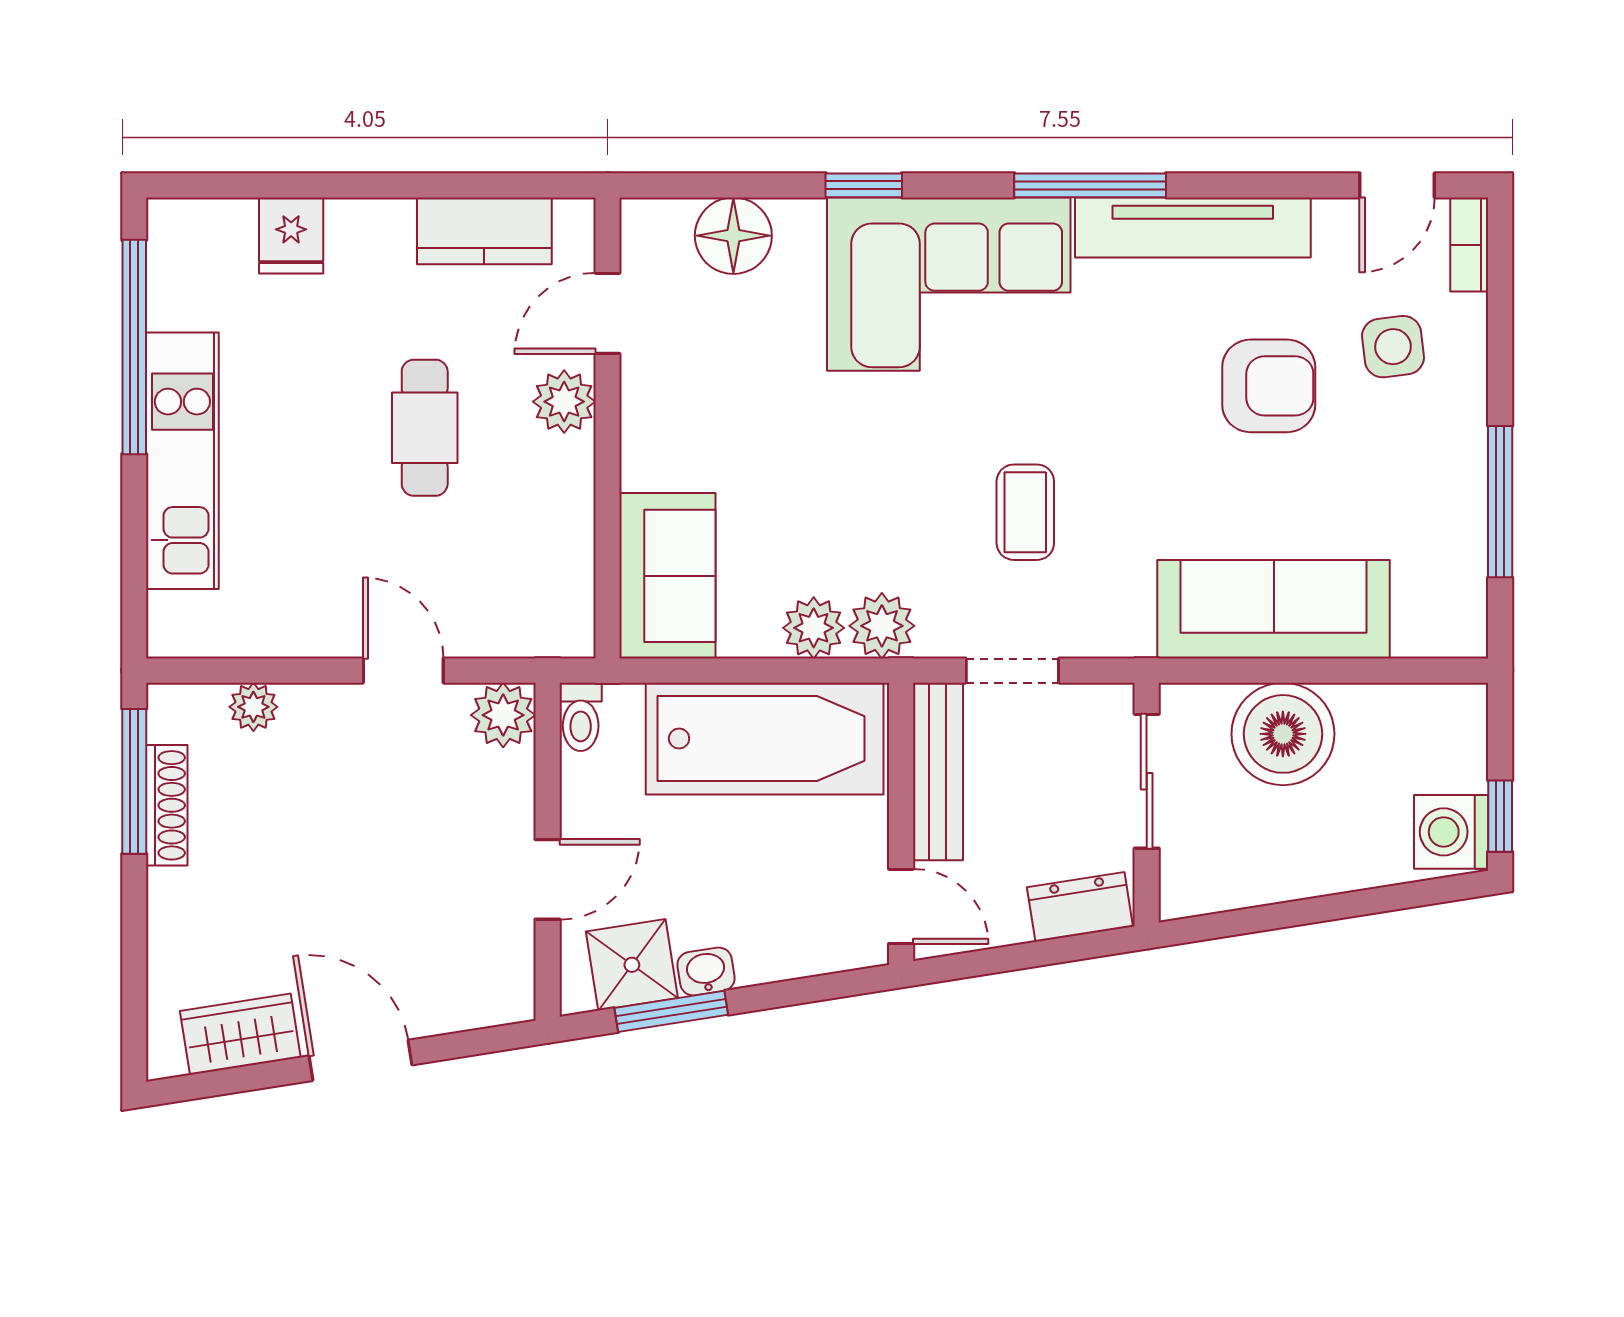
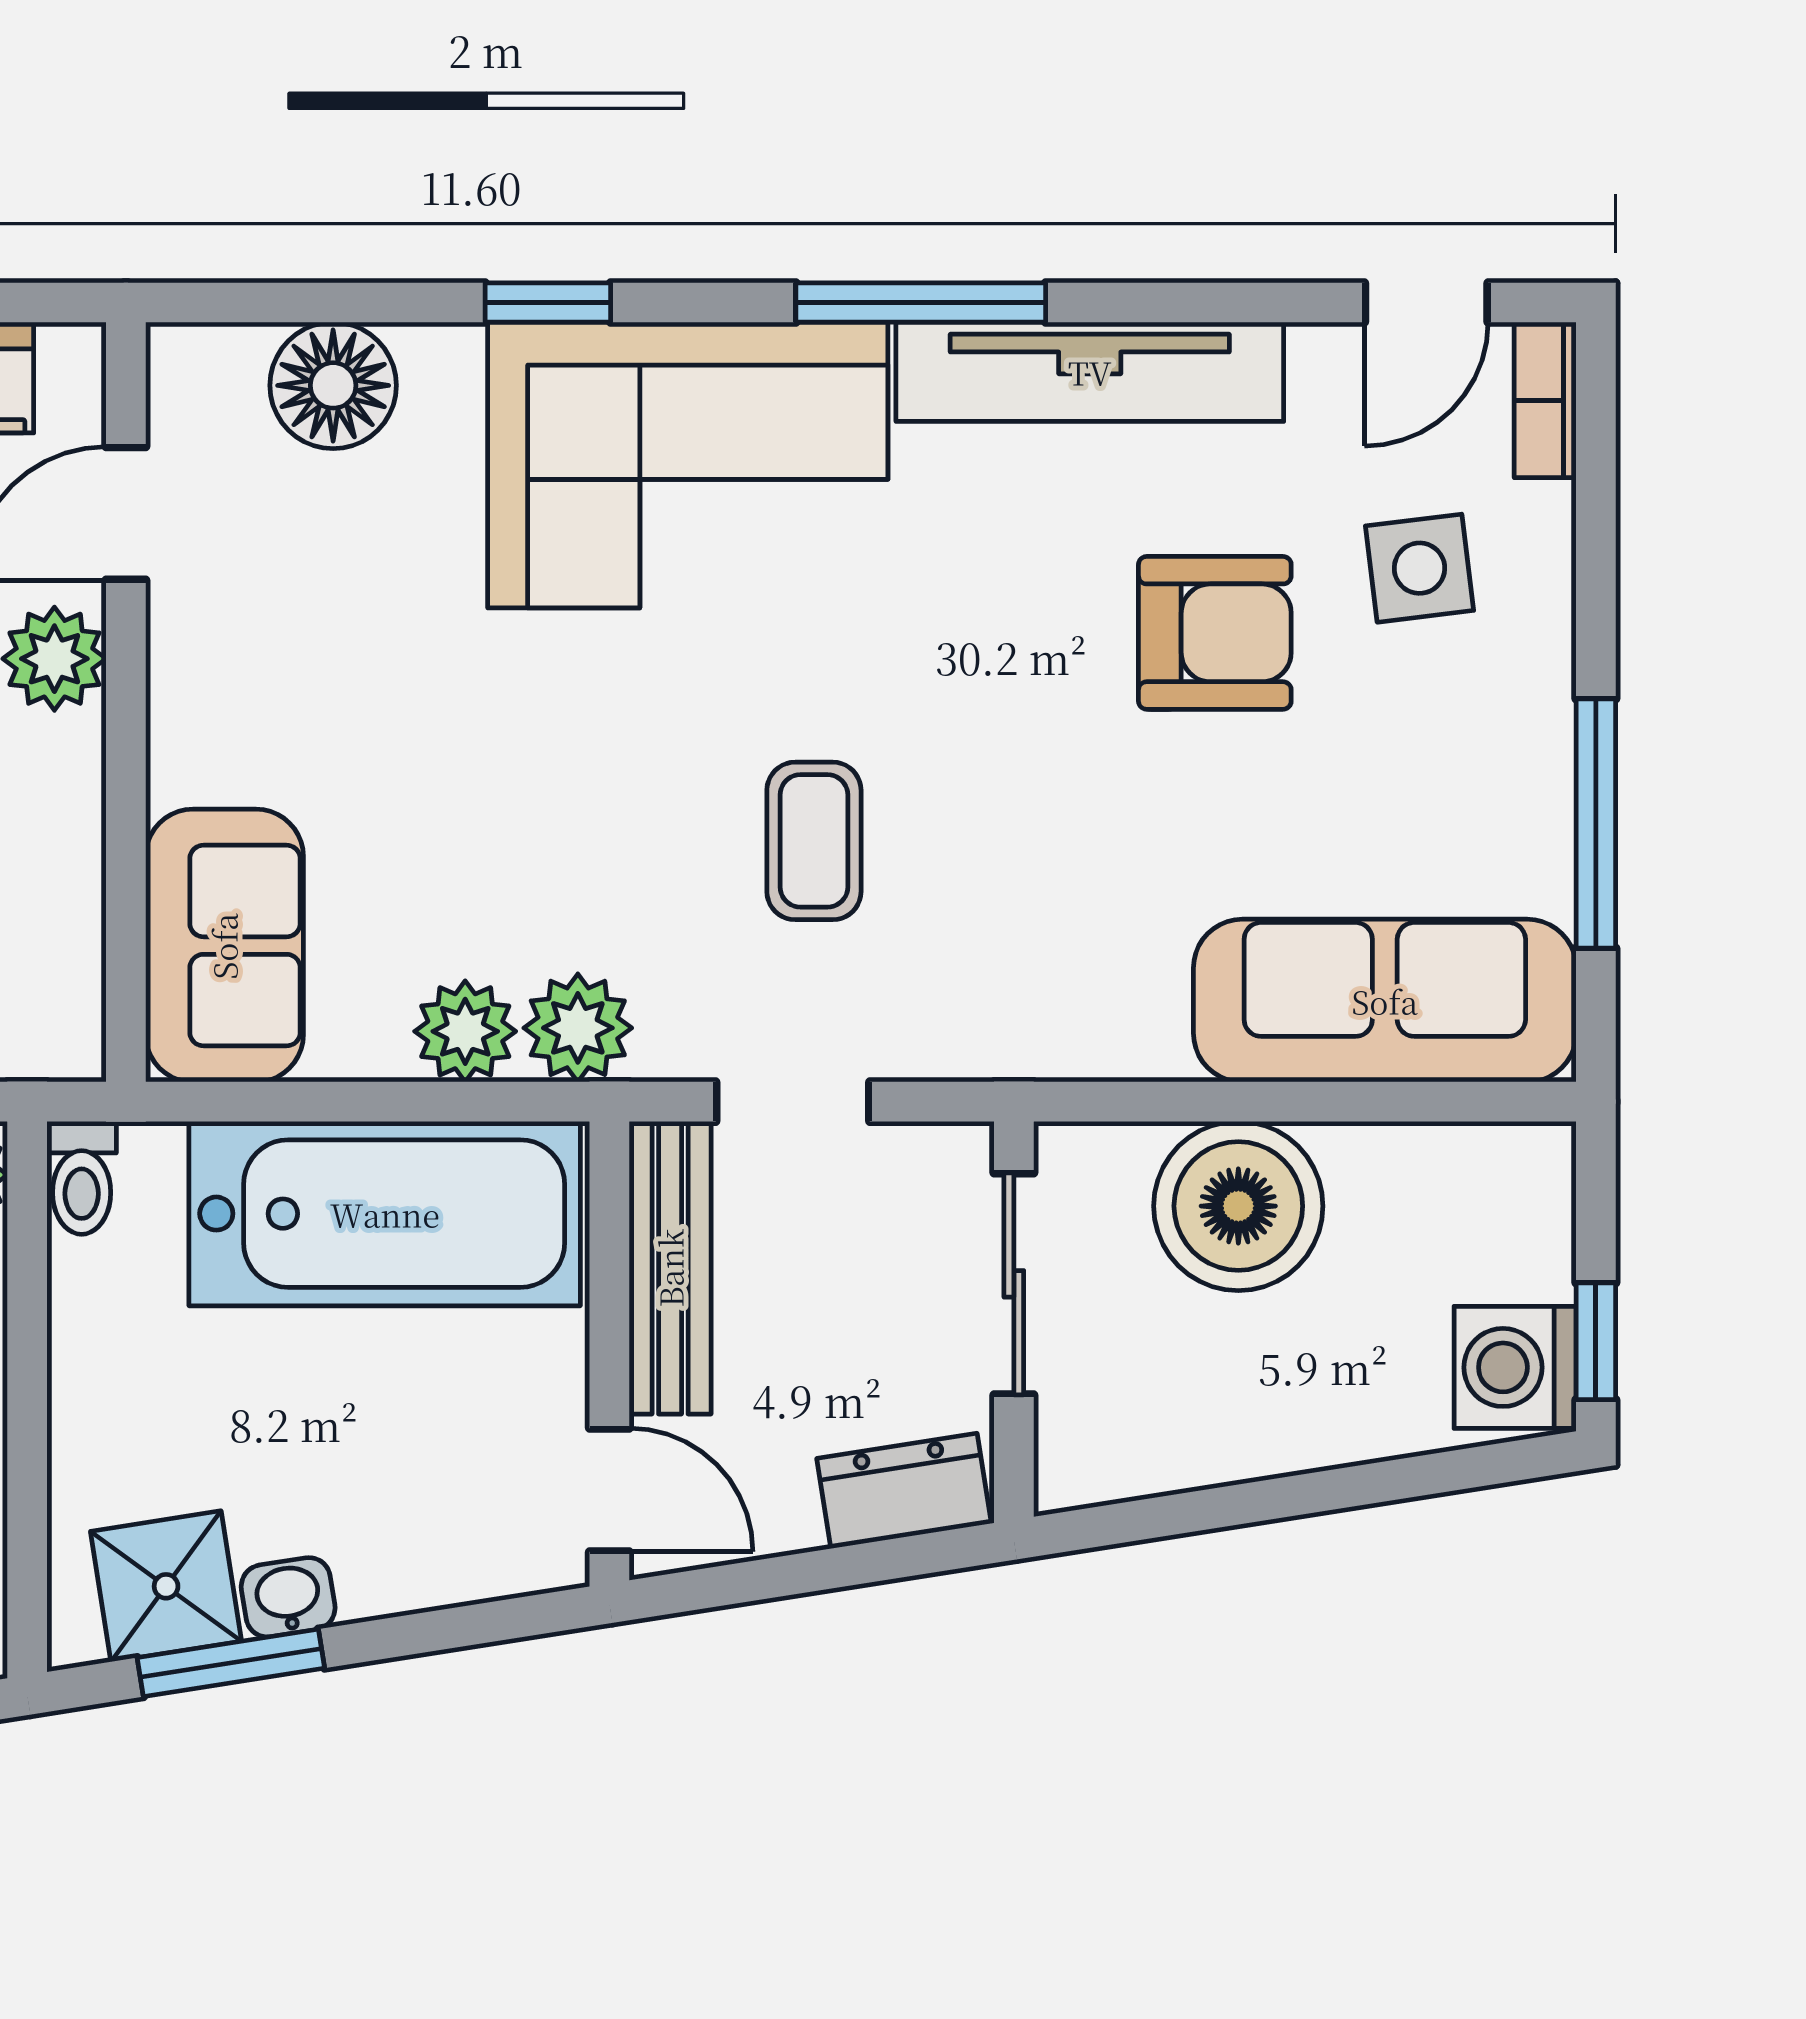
sofa: (1274, 609) -> (1385, 1001), moved
door: (548, 879) -> (27, 1446), removed

